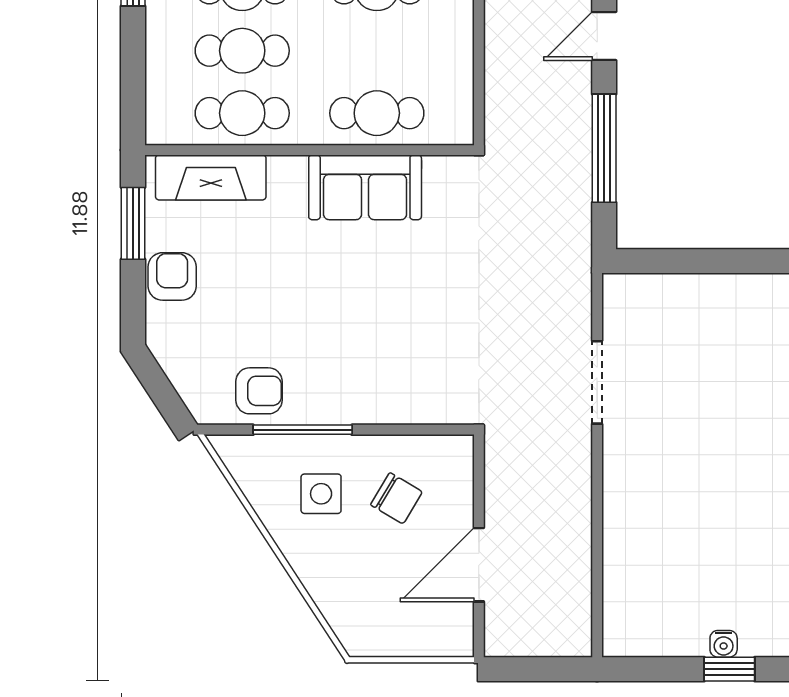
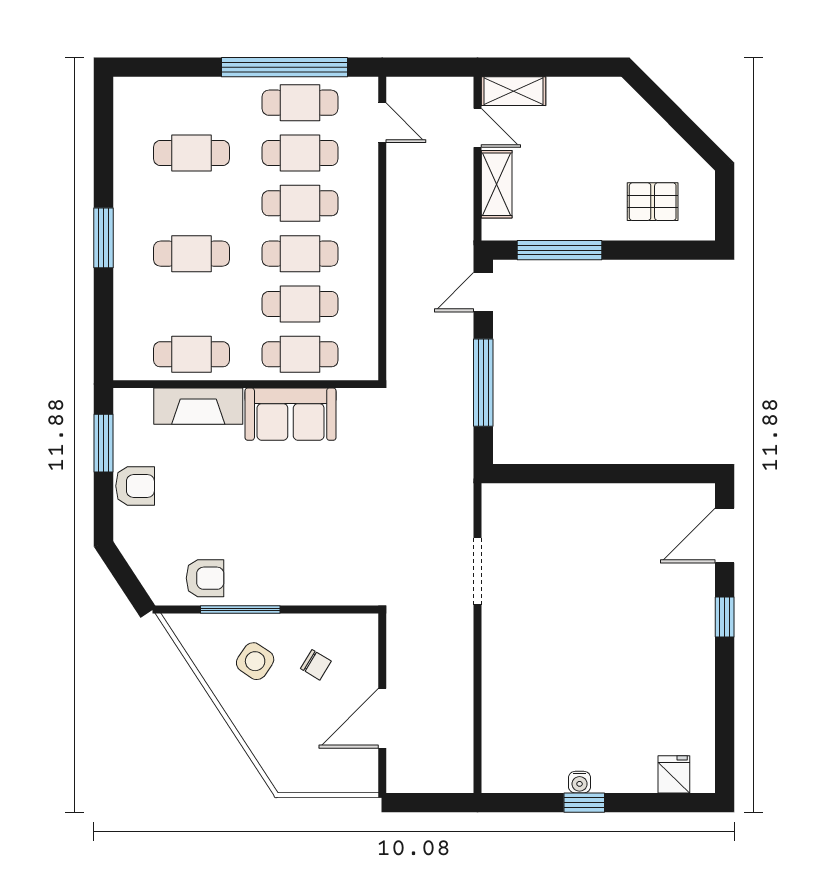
cafe table: (242, 51) -> (300, 304), moved
fireplace: (211, 177) -> (198, 406), moved
armchair: (172, 276) -> (135, 486), turned 90
side table: (321, 494) -> (255, 661), turned 34
chair: (396, 498) -> (316, 665), width x0.73, depth x0.73

